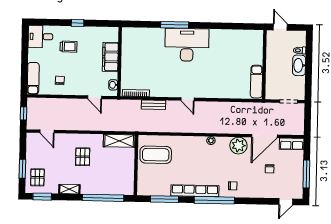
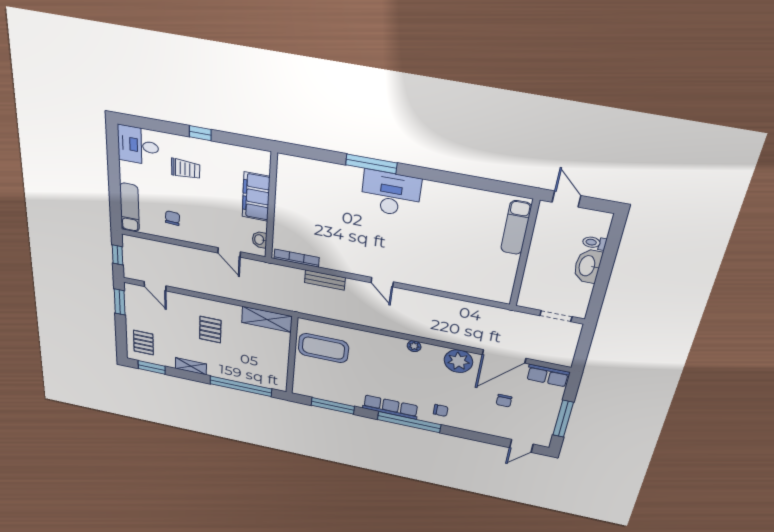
desk: (187, 45) -> (391, 194), width x0.73, depth x0.77
exam couch: (256, 82) -> (516, 228), moved
window: (22, 169) -> (120, 302), moved
row of seats: (195, 191) -> (390, 407), width x0.73

